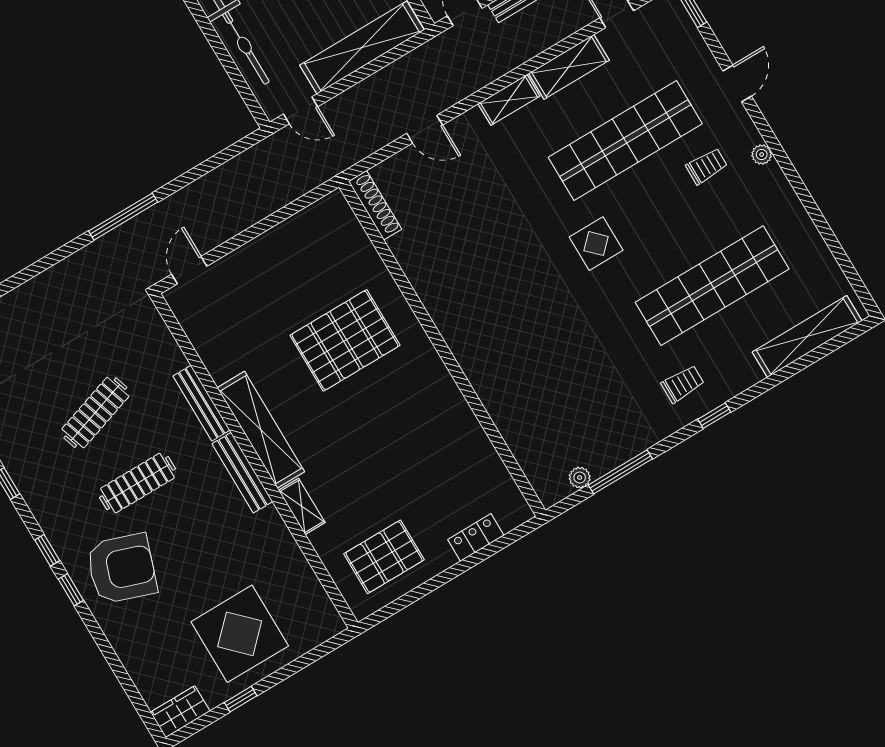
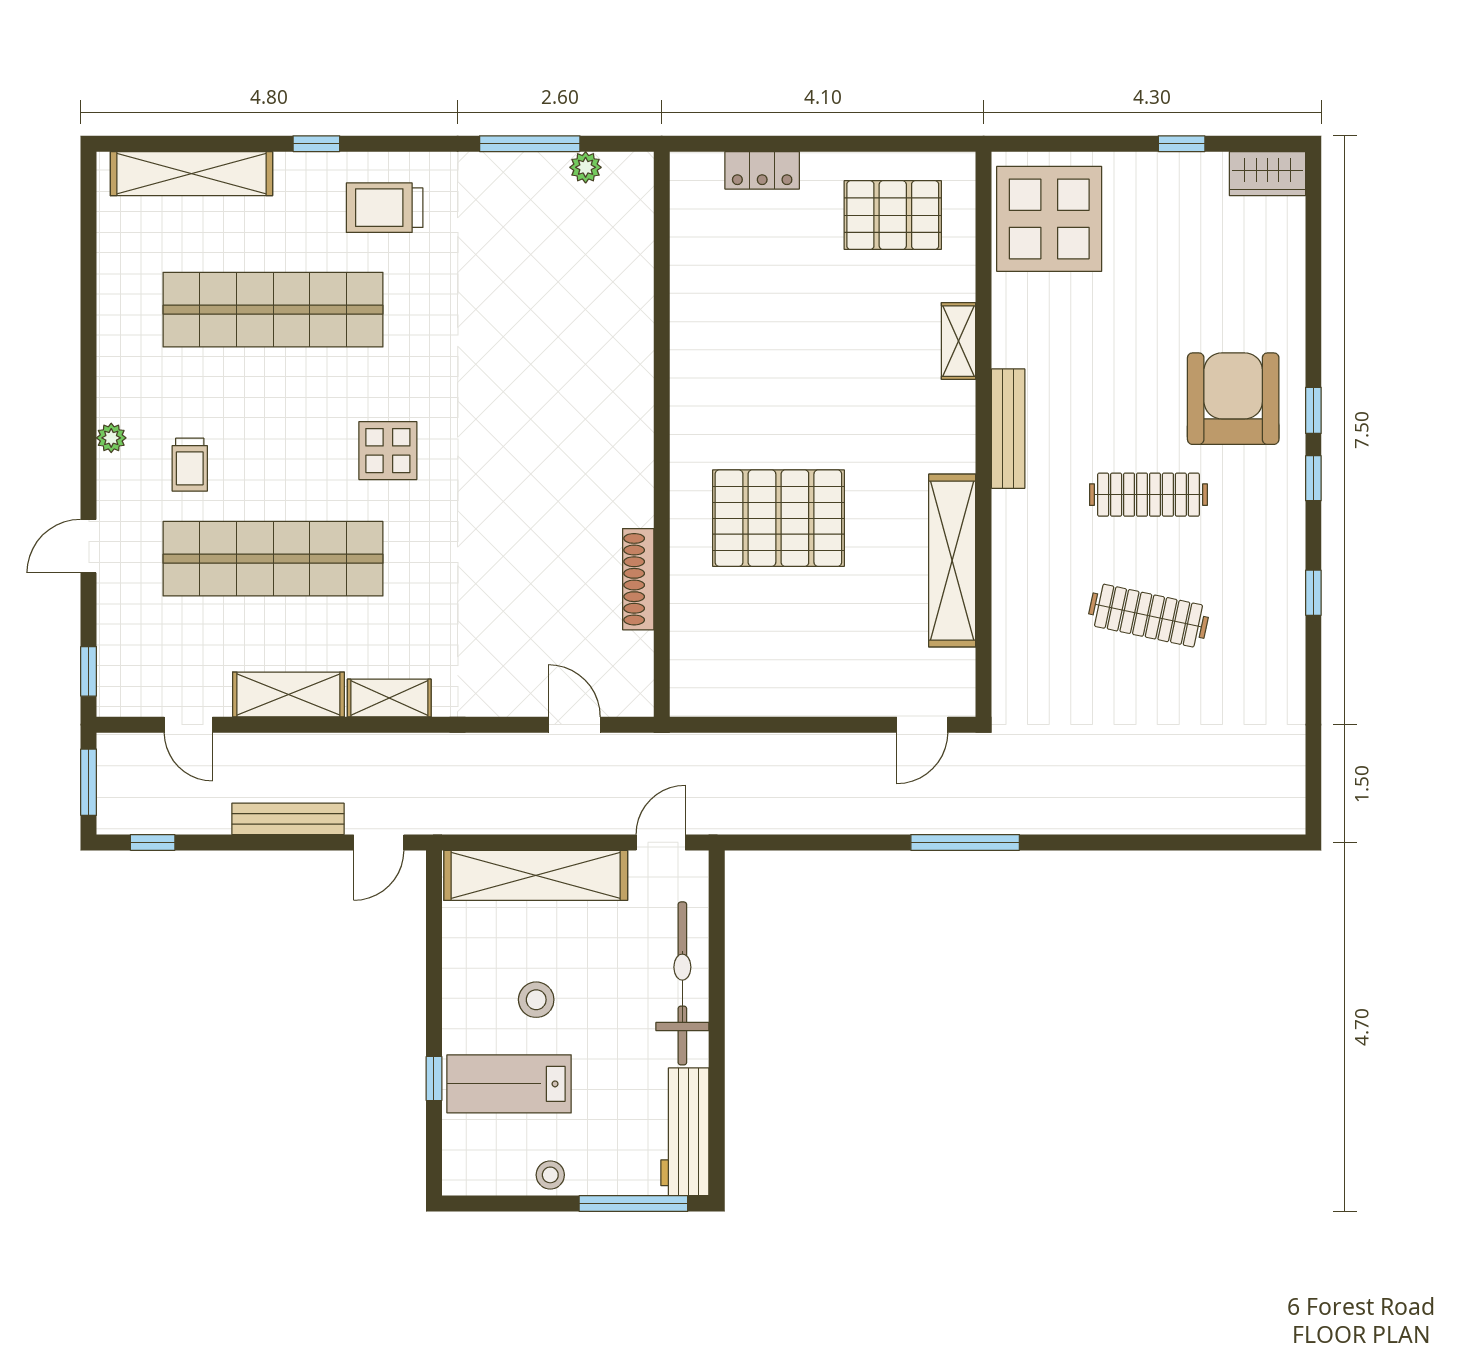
door: (300, 110) -> (661, 842), hinge flipped
door: (425, 129) -> (574, 725), moved
trolley: (707, 166) -> (190, 465), turned -90
shoe rack: (375, 205) -> (638, 579), moved
trolley: (683, 384) -> (385, 208), width x1.36, depth x1.39
bench: (201, 403) -> (1007, 547), removed
clothes rail: (95, 413) -> (1148, 616), turned 30
window: (714, 416) -> (316, 144), moved
shelving: (261, 430) -> (952, 561), moved
armchair: (122, 569) -> (1233, 399), turned 71
display table: (240, 634) -> (1049, 219), moved

